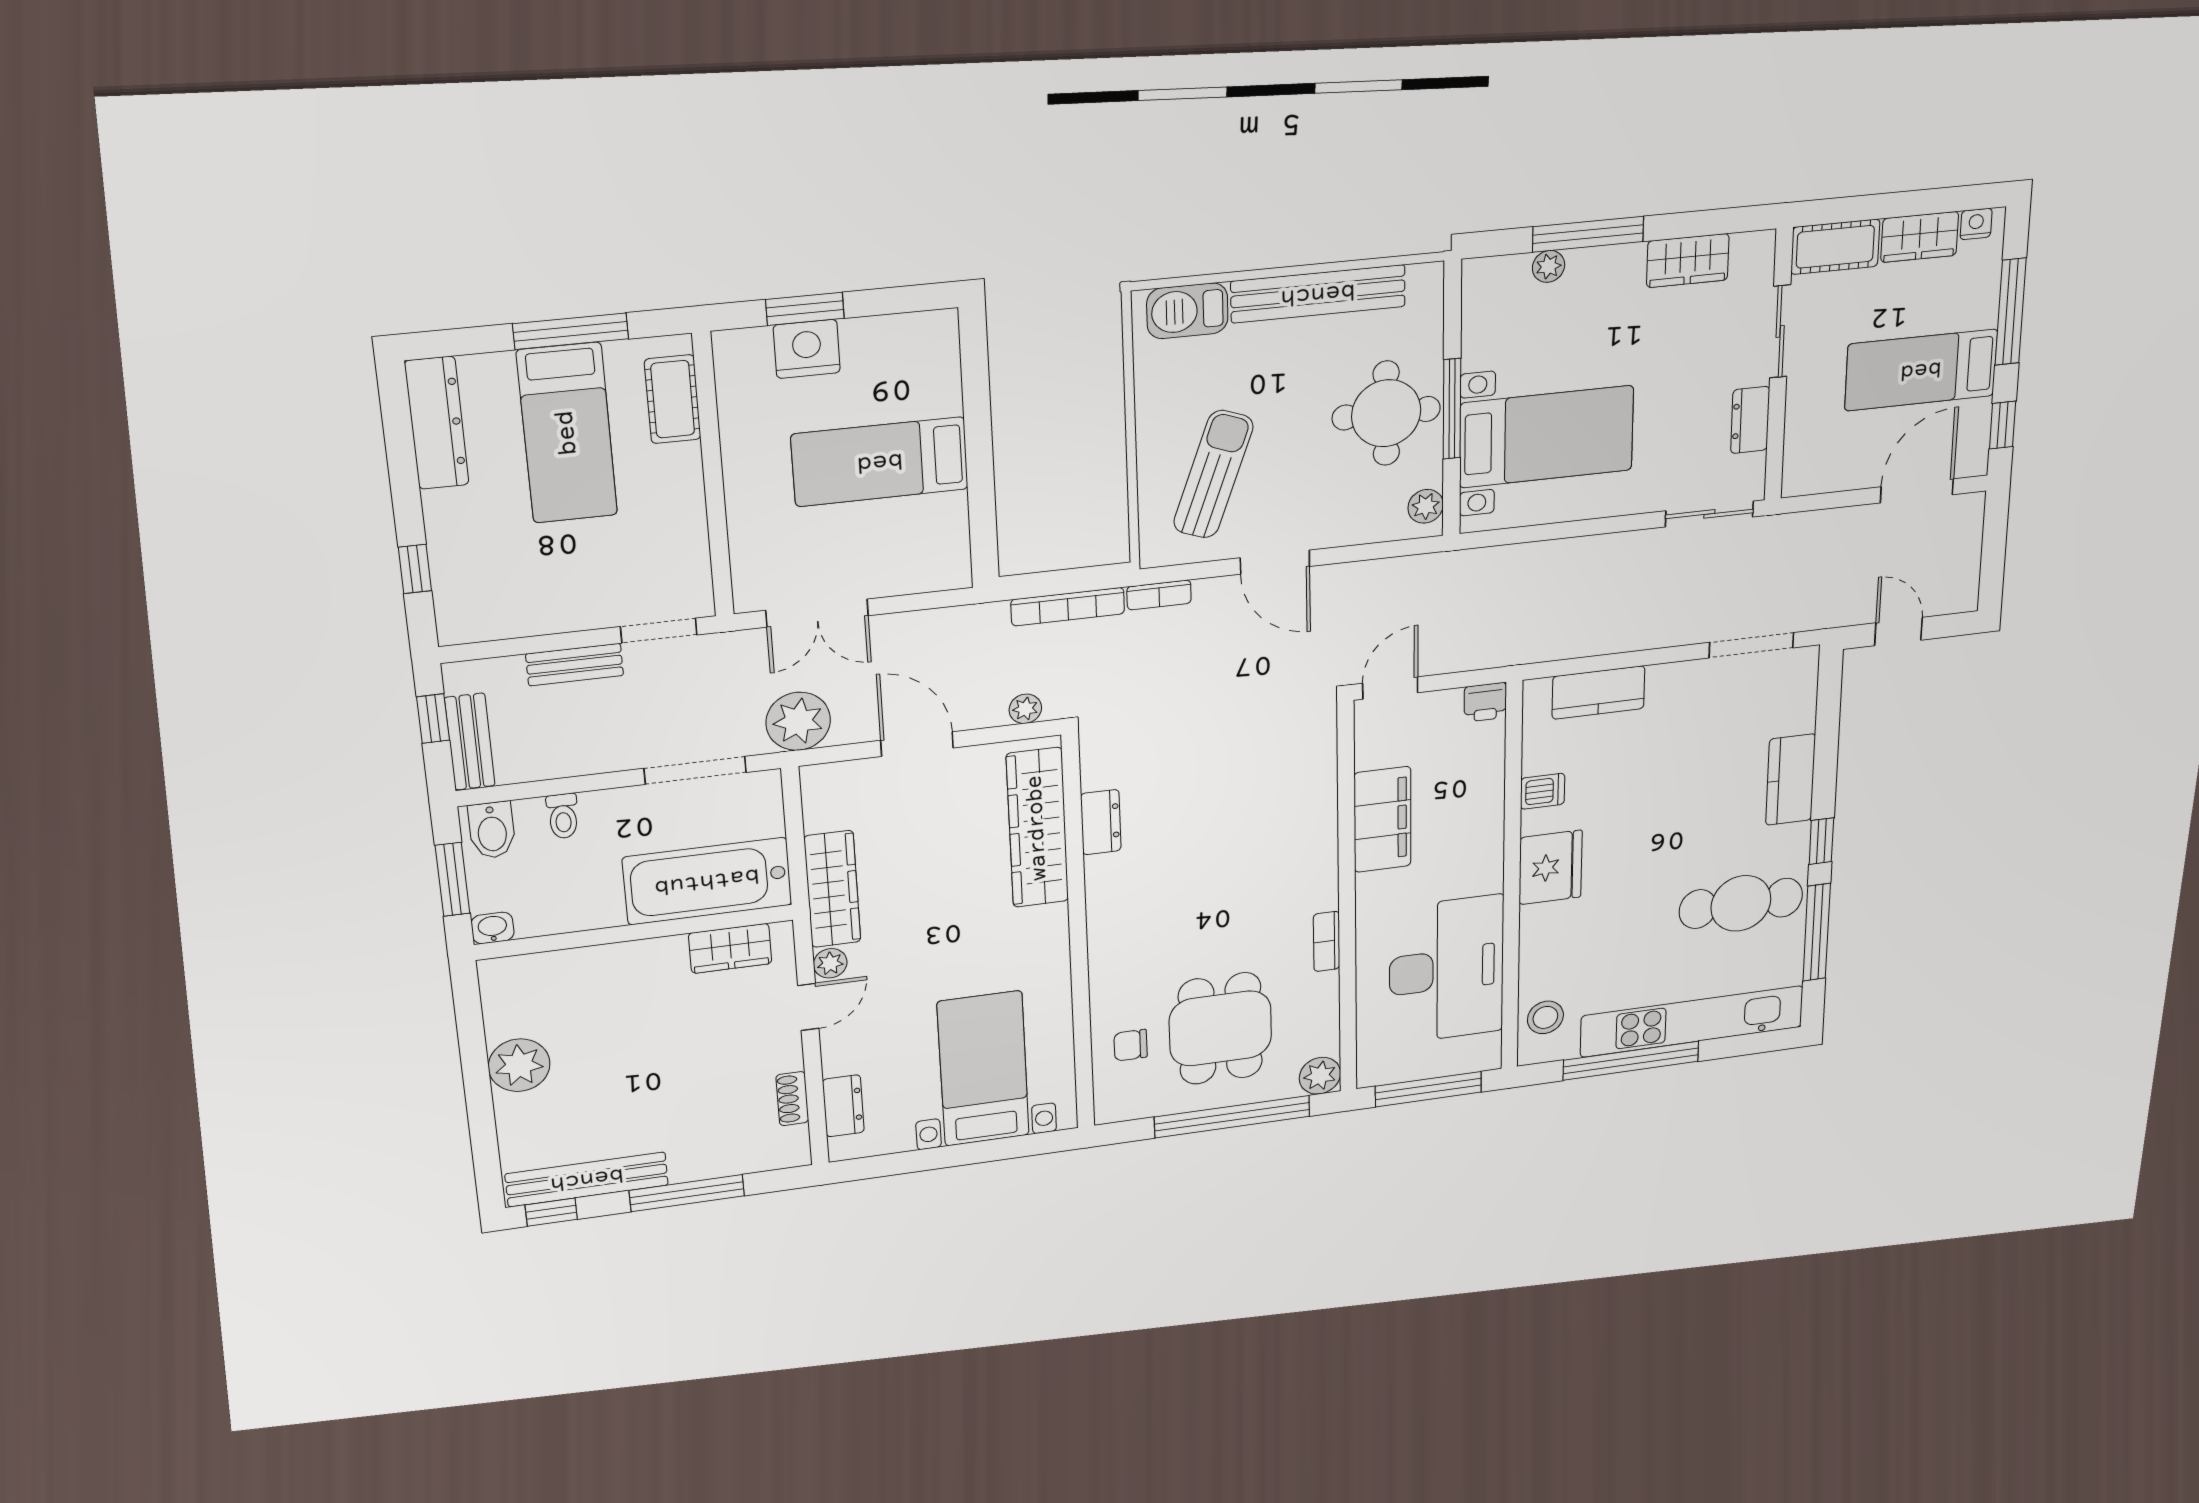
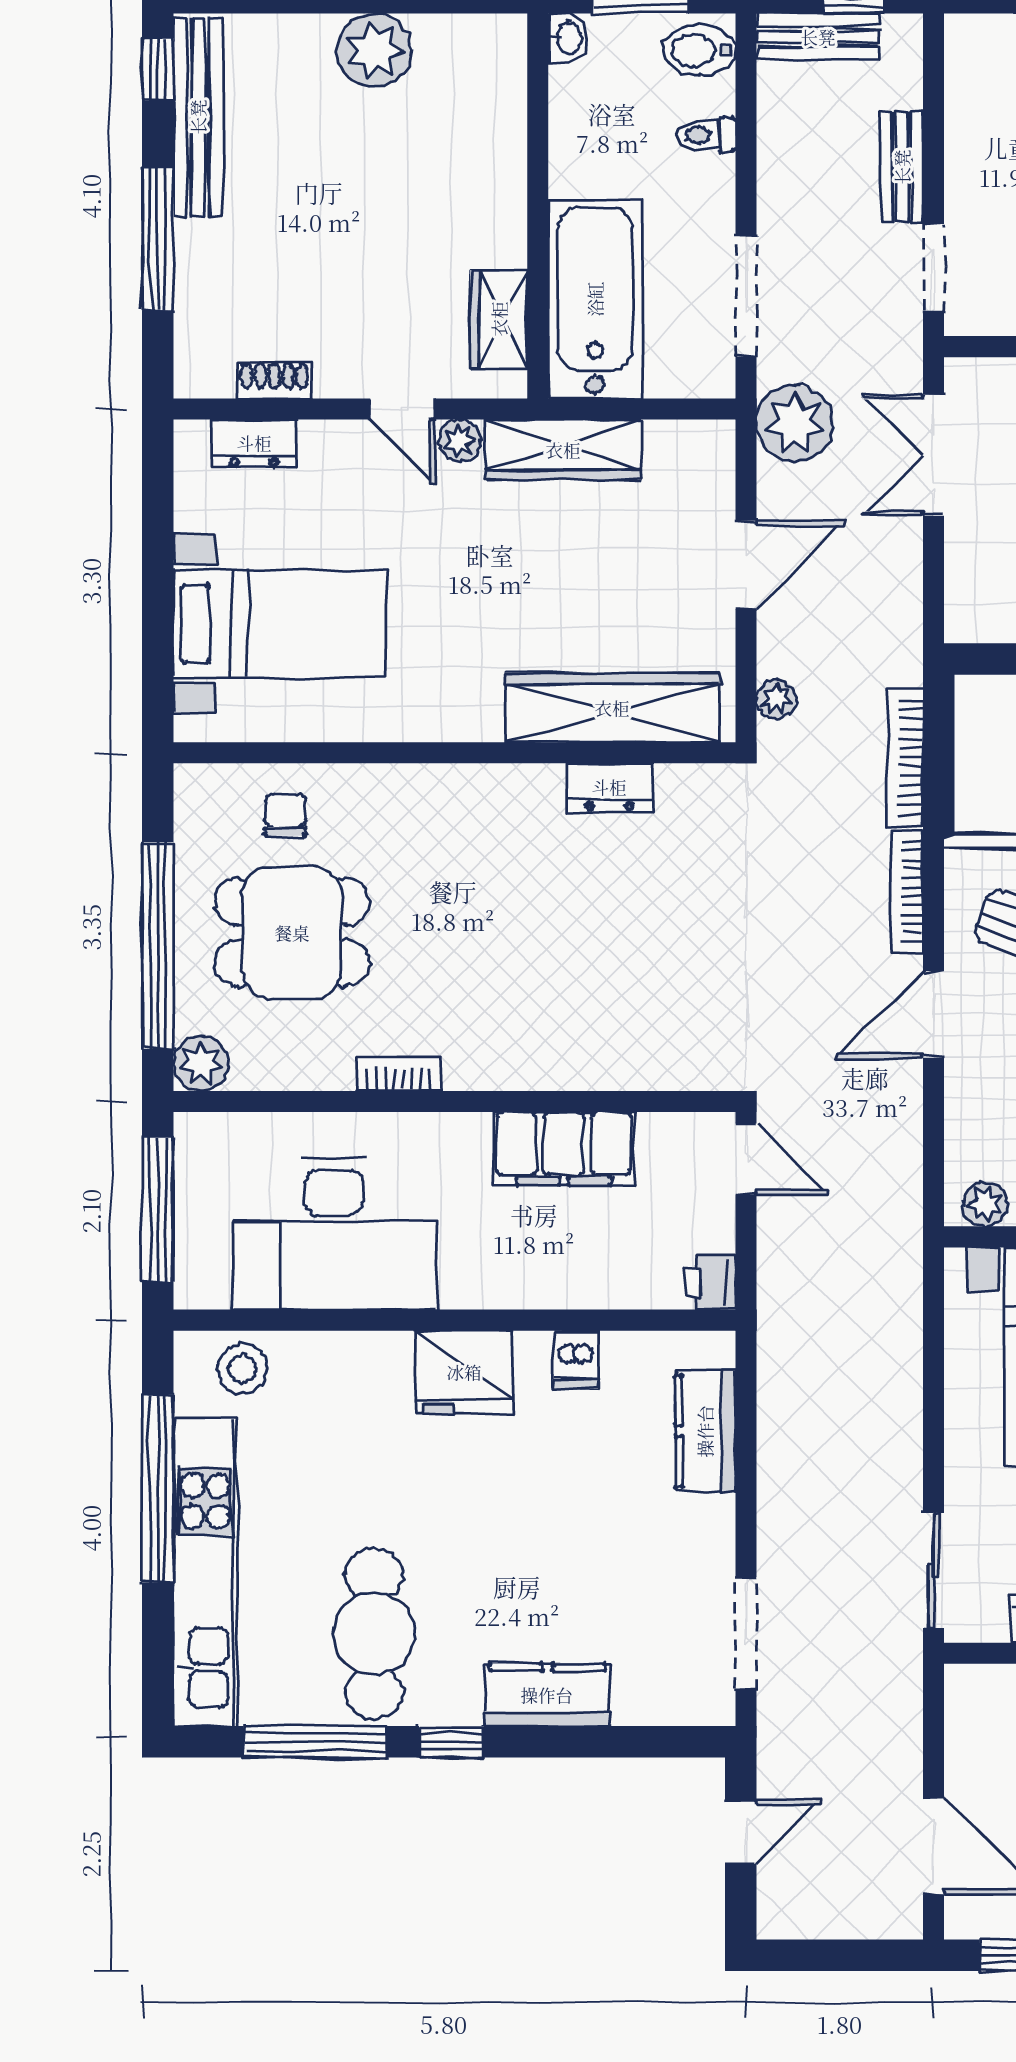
bookcase: (1159, 595) -> (907, 892), width x1.56

